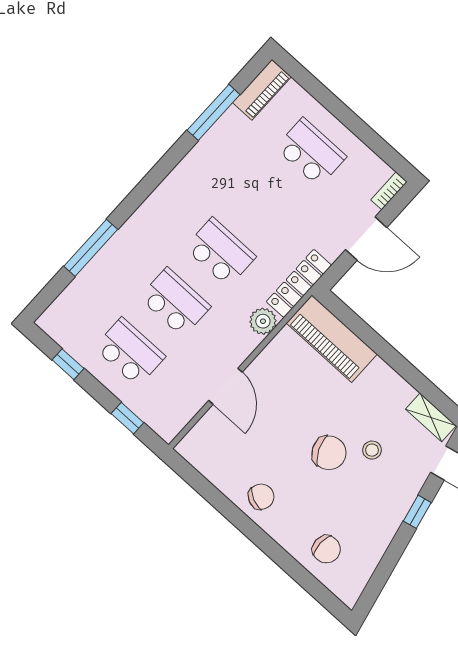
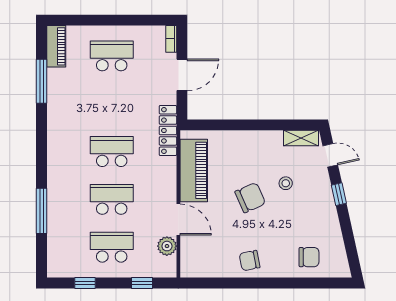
plant: (263, 321) -> (167, 246), moved
piano: (332, 339) -> (194, 170), moved, turned -90
chair: (329, 453) -> (250, 198), moved
chair: (261, 497) -> (250, 261), turned -125

